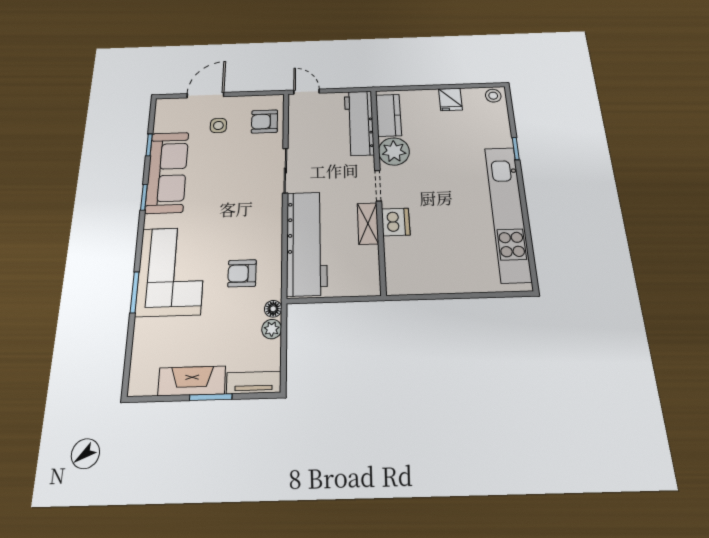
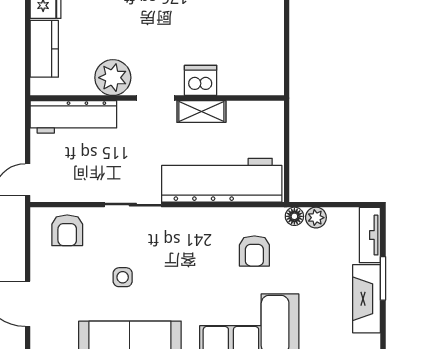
kitchen counter: (388, 115) -> (44, 49), moved, turned 90
side table: (218, 125) -> (123, 277), moved

